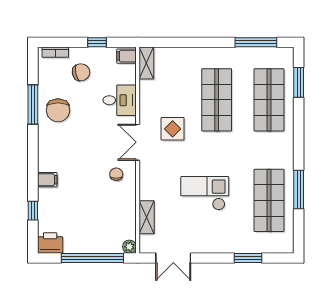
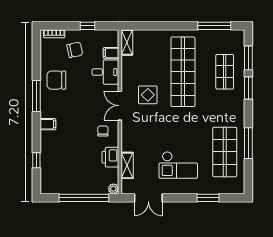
filing cabinet: (126, 56) -> (111, 53), moved
shop shelf: (217, 100) -> (183, 72), width x1.40
shop shelf: (269, 100) -> (225, 72), width x0.70, depth x0.74
window: (33, 105) -> (36, 96), moved
chair: (58, 110) -> (56, 80), turned 90
window: (299, 120) -> (248, 88), added
filing cabinet: (47, 180) -> (48, 124), moved
checkout: (205, 193) -> (178, 165), moved, turned 180
printer: (50, 243) -> (110, 157), moved, turned -90

